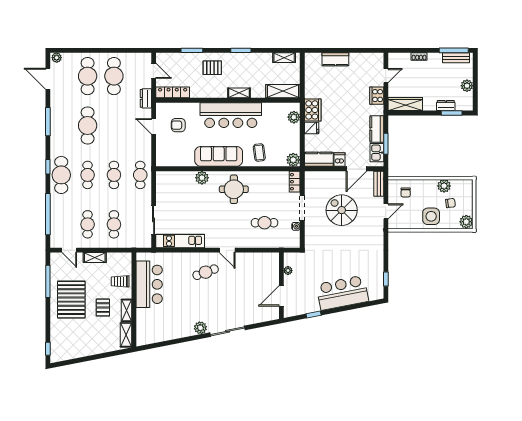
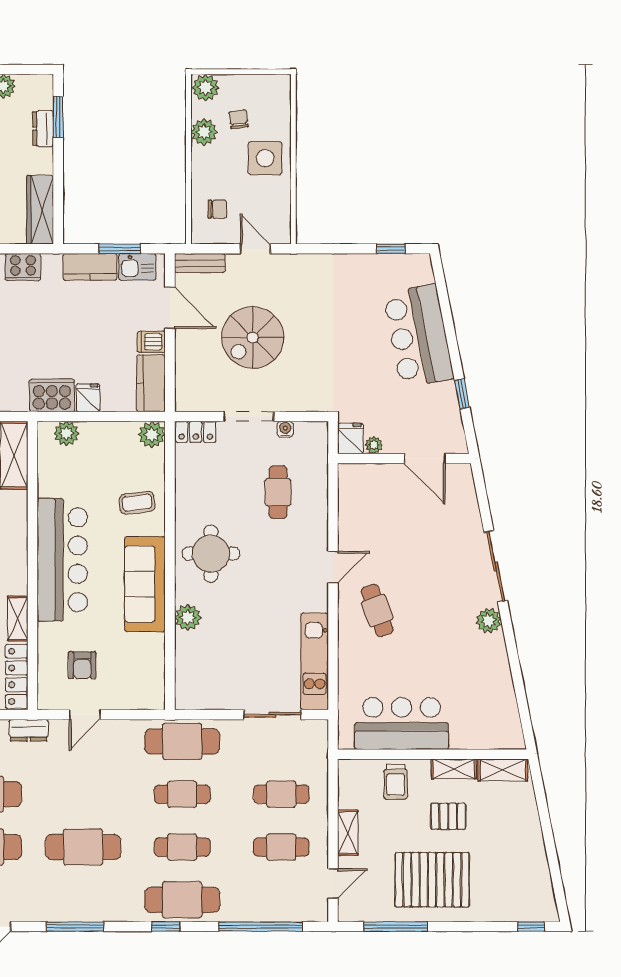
shelving: (239, 93) -> (18, 619), moved
cafe table: (140, 175) -> (182, 741), width x1.37, depth x1.35
plant: (466, 222) -> (206, 87), moved
fridge: (291, 259) -> (350, 438), added

